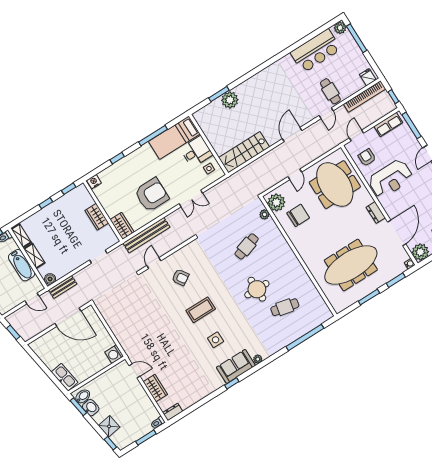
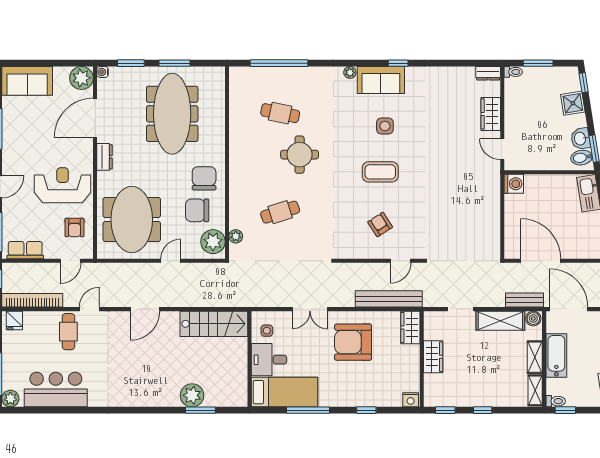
double door: (191, 198) -> (310, 309), swing flipped
chair: (306, 238) -> (204, 178), added
shelving: (69, 265) -> (500, 321), added
meeting table: (351, 265) -> (172, 114), turned 90
door: (32, 298) -> (569, 309), width x1.87

